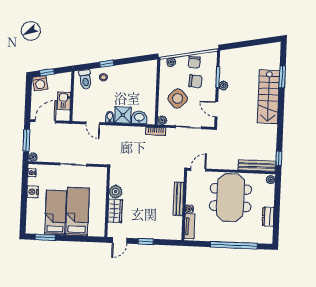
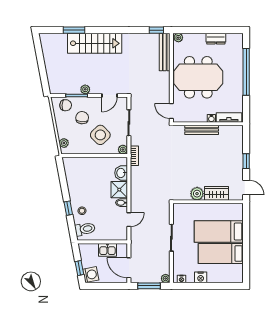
chair: (194, 62) -> (66, 105), moved
window: (45, 237) -> (246, 263), removed

